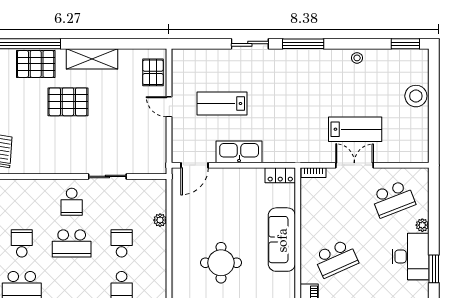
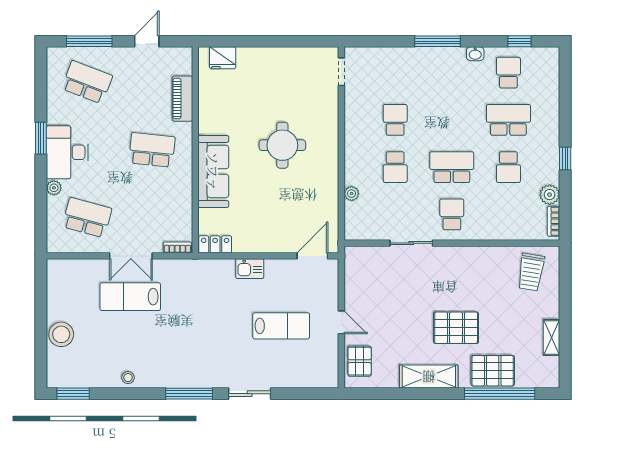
kitchen sink: (239, 152) -> (250, 269), width x0.53, depth x0.81
school desk: (393, 199) -> (87, 218), turned 36
school desk: (336, 259) -> (152, 150), turned 30

